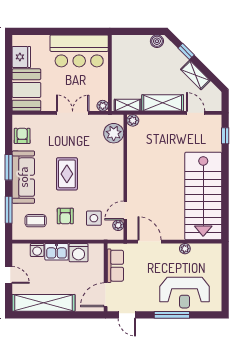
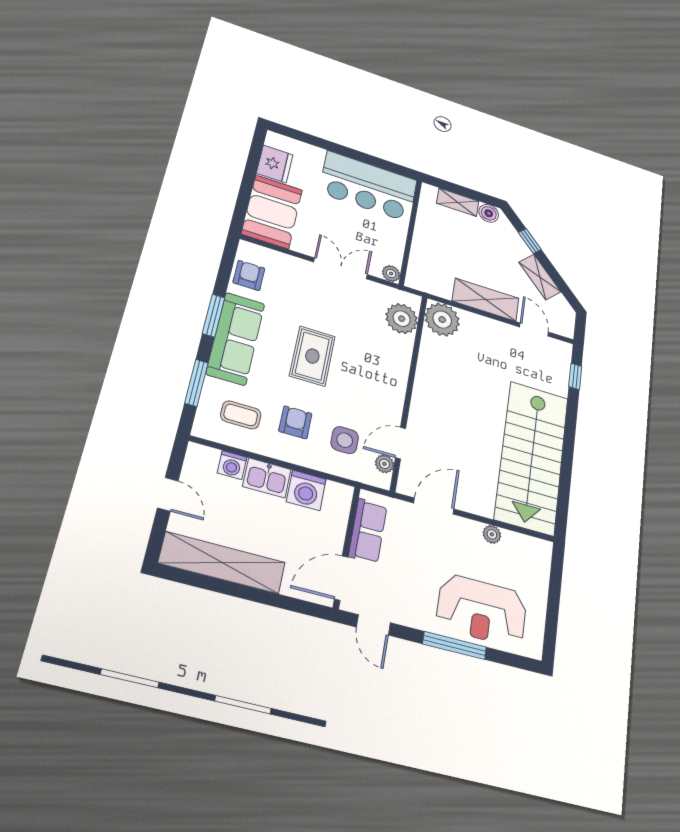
shelving: (128, 105) -> (458, 202), moved
plant: (133, 120) -> (442, 320), width x1.88, depth x1.88
armchair: (65, 216) -> (295, 422), turned 180
door: (150, 242) -> (434, 506), hinge flipped

